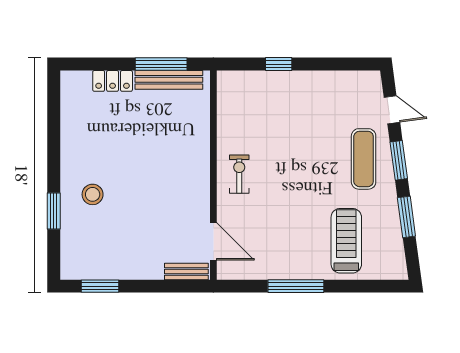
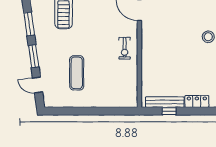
window: (161, 64) -> (169, 111), width x0.46
window: (279, 64) -> (102, 111), removed
exercise mat: (364, 159) -> (77, 73), moved

